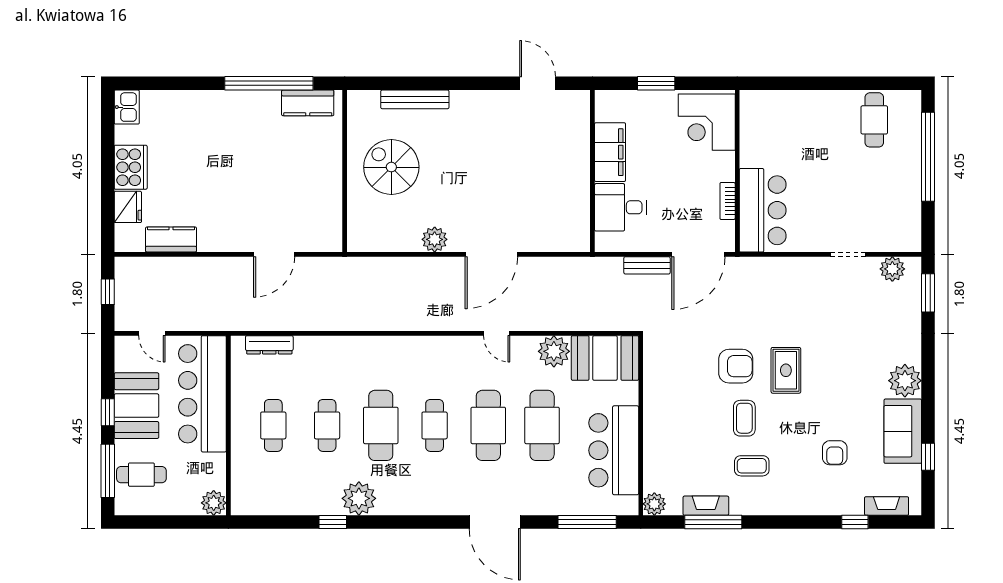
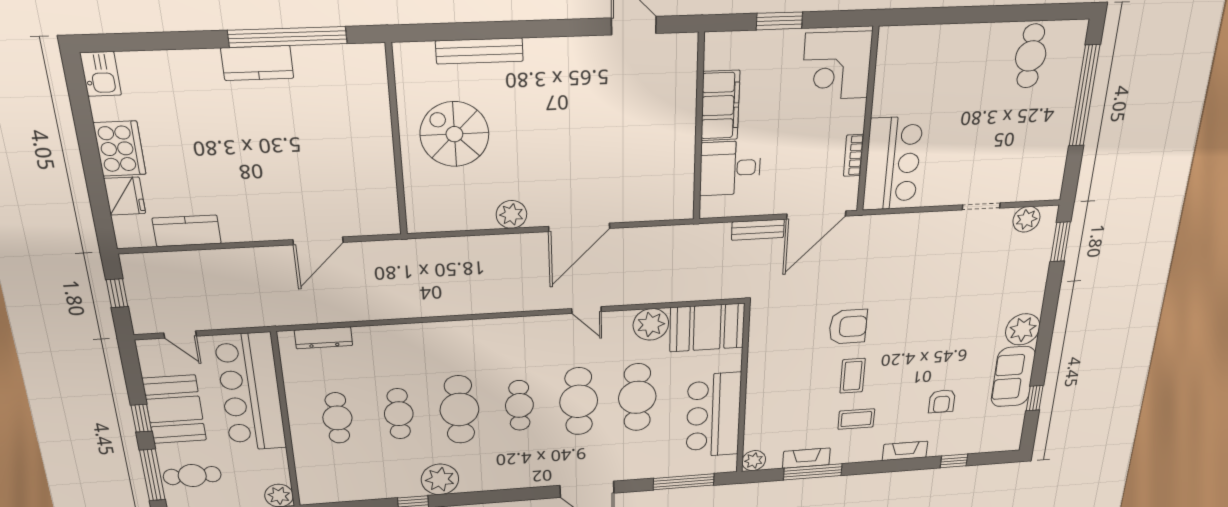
kitchen counter: (308, 103) -> (257, 63), moved
rug: (786, 370) -> (901, 327), removed
fireplace: (887, 506) -> (905, 451), moved

